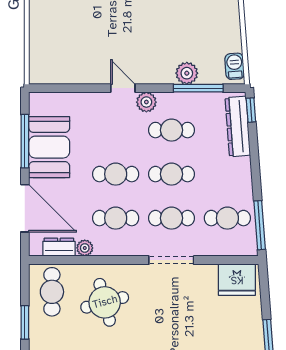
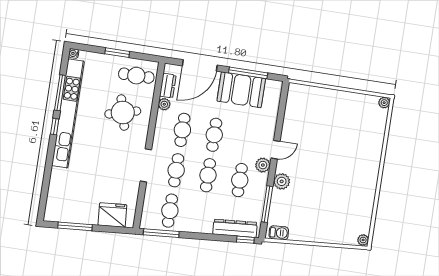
plant: (187, 73) -> (282, 181), moved
fridge: (237, 280) -> (112, 215), moved, turned 86

